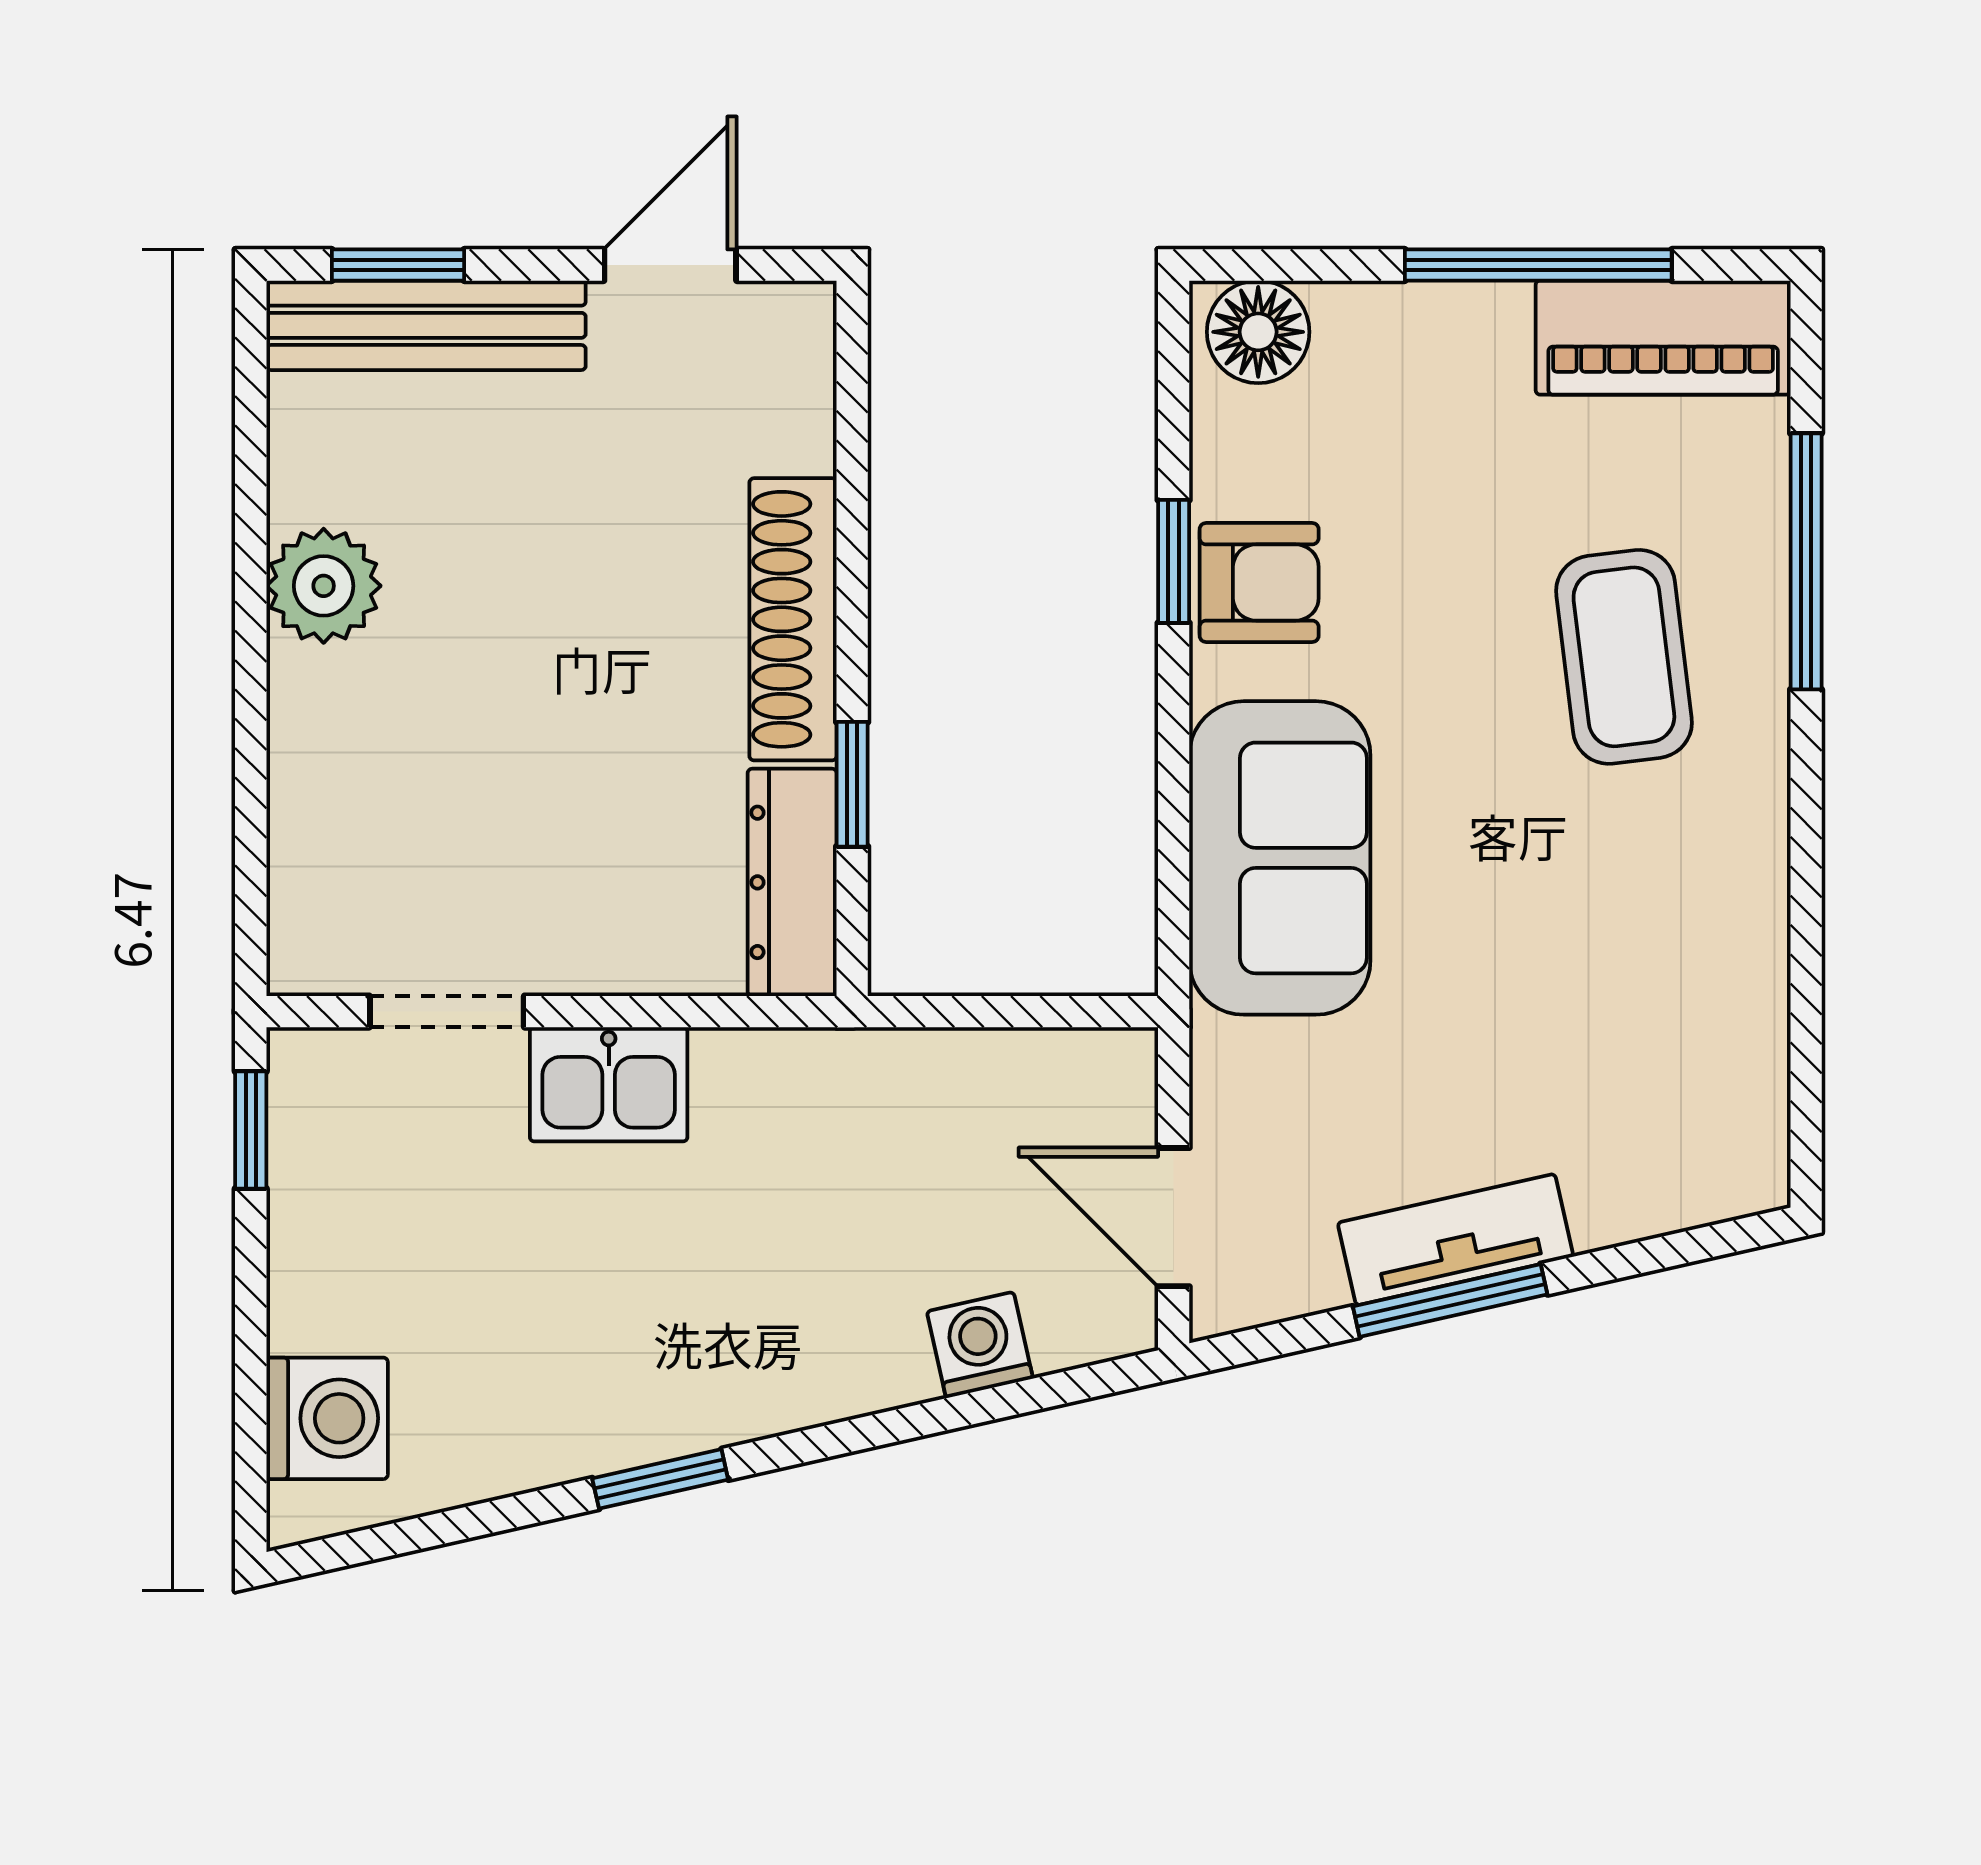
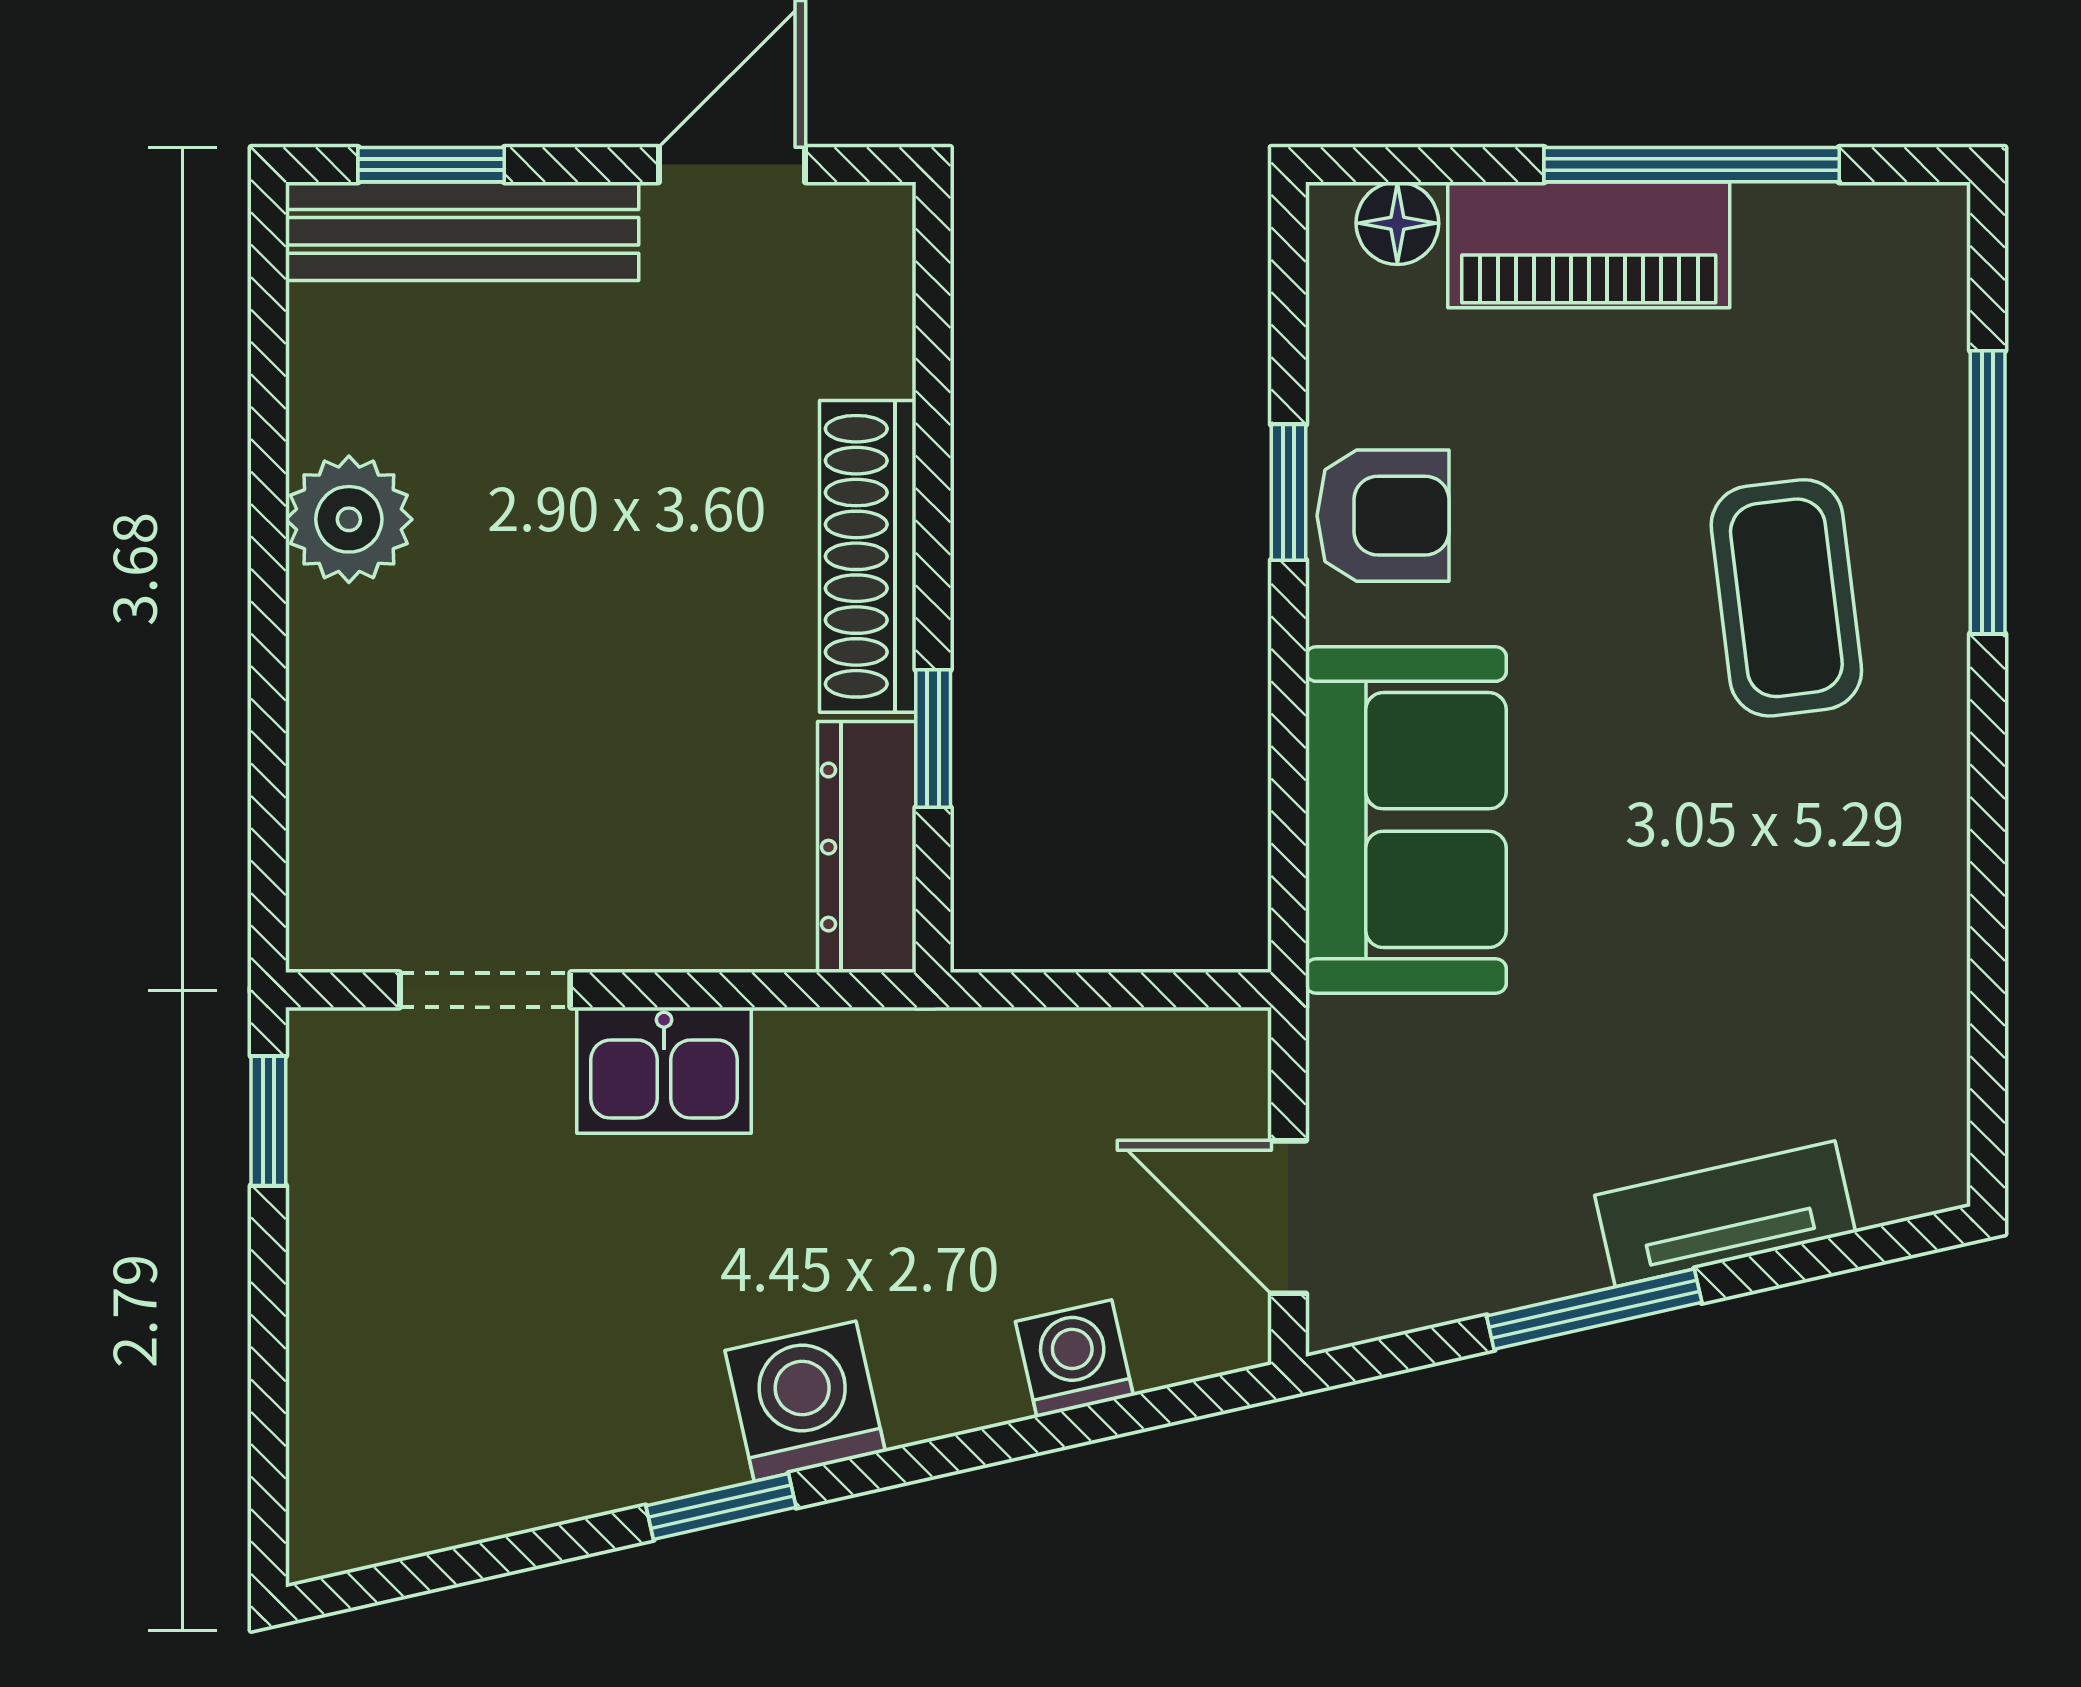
floor lamp: (1258, 332) -> (1397, 223), width x0.73, depth x0.73
piano: (1663, 338) -> (1589, 245), moved
tv unit: (1455, 1240) -> (1725, 1214), moved
washing machine: (327, 1418) -> (805, 1401), moved, turned -103

